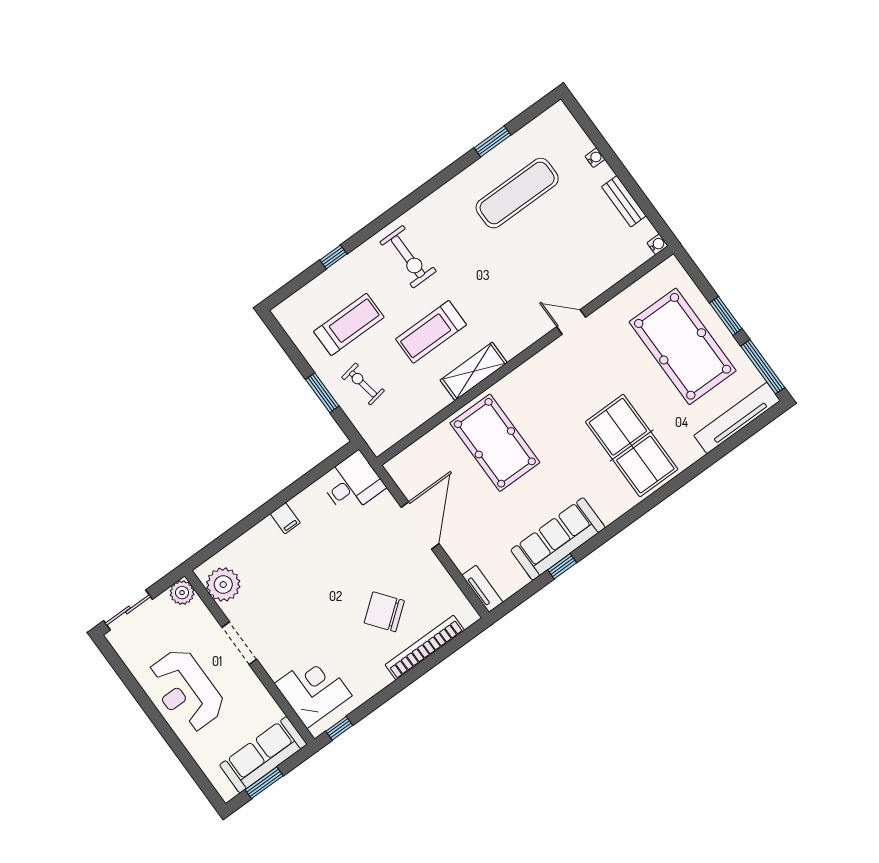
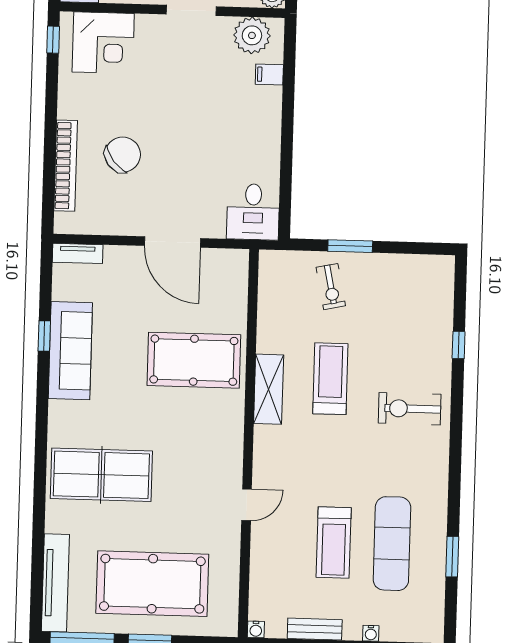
treadmill: (349, 324) -> (334, 542), moved
exercise bike: (363, 384) -> (331, 287), turned 88
filing cabinet: (285, 518) -> (269, 74), moved

